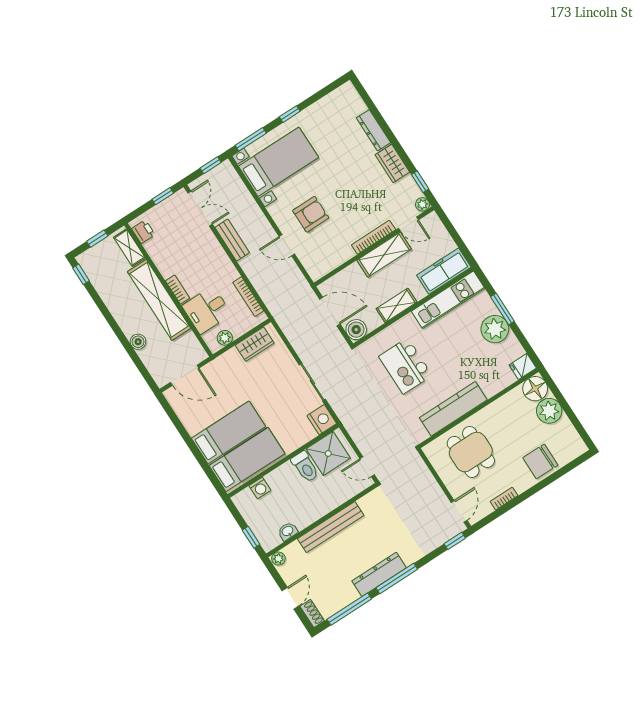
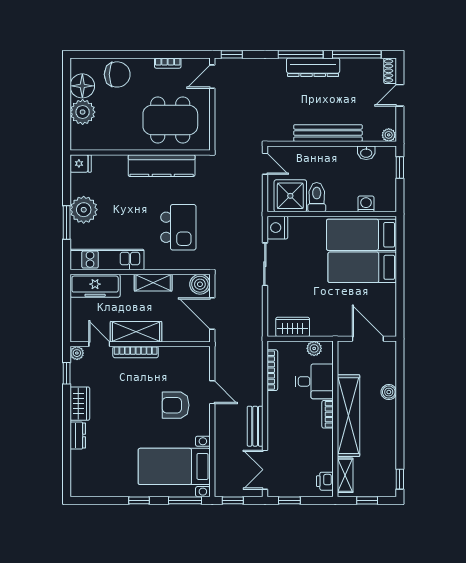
dresser: (373, 130) -> (78, 436), width x0.70
floor lamp: (535, 389) -> (82, 86), moved
dining table: (471, 452) -> (170, 120), width x1.38

